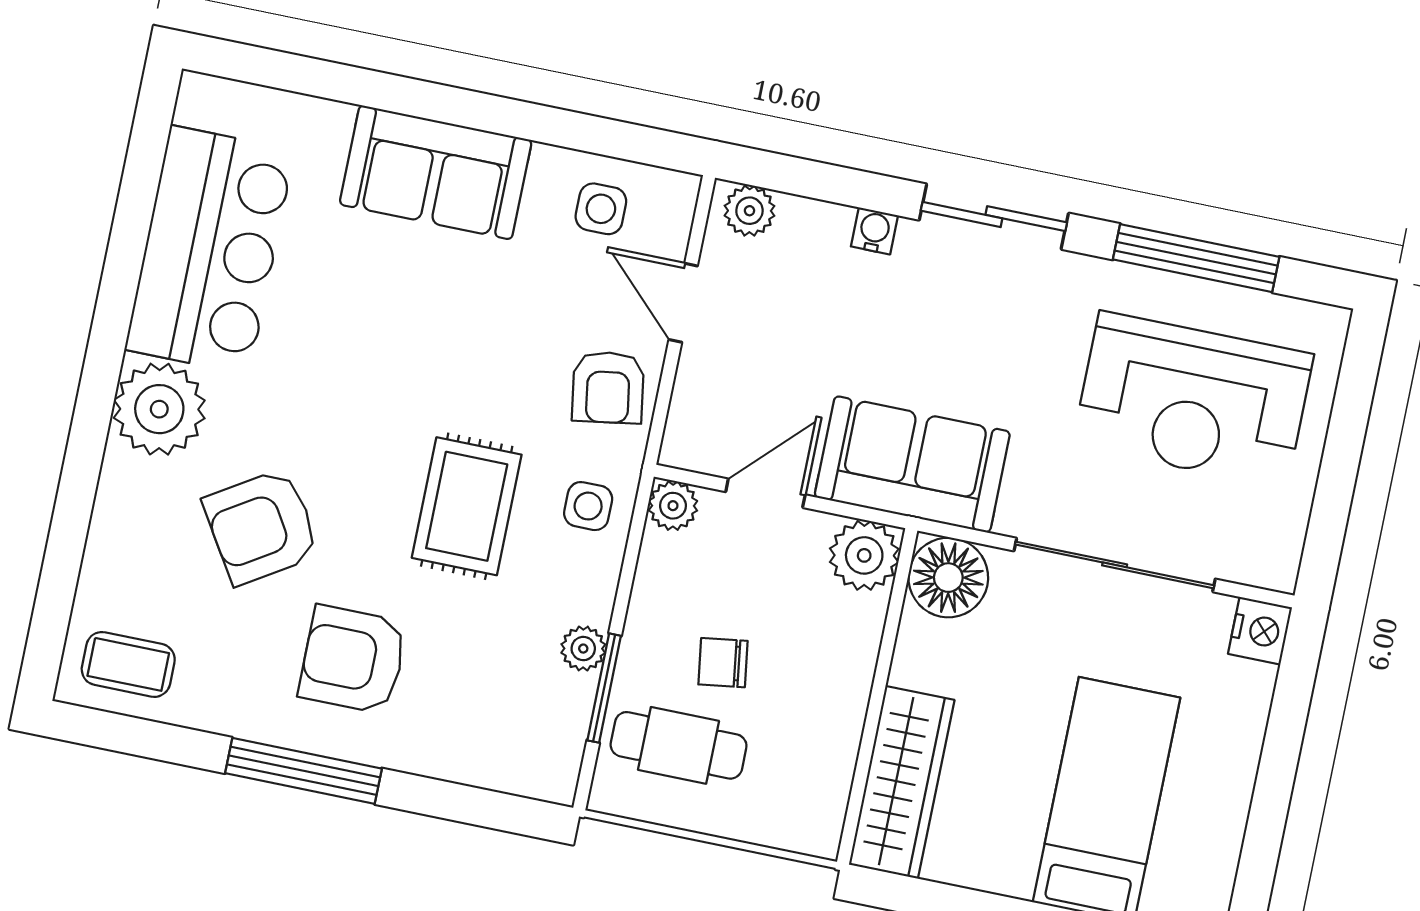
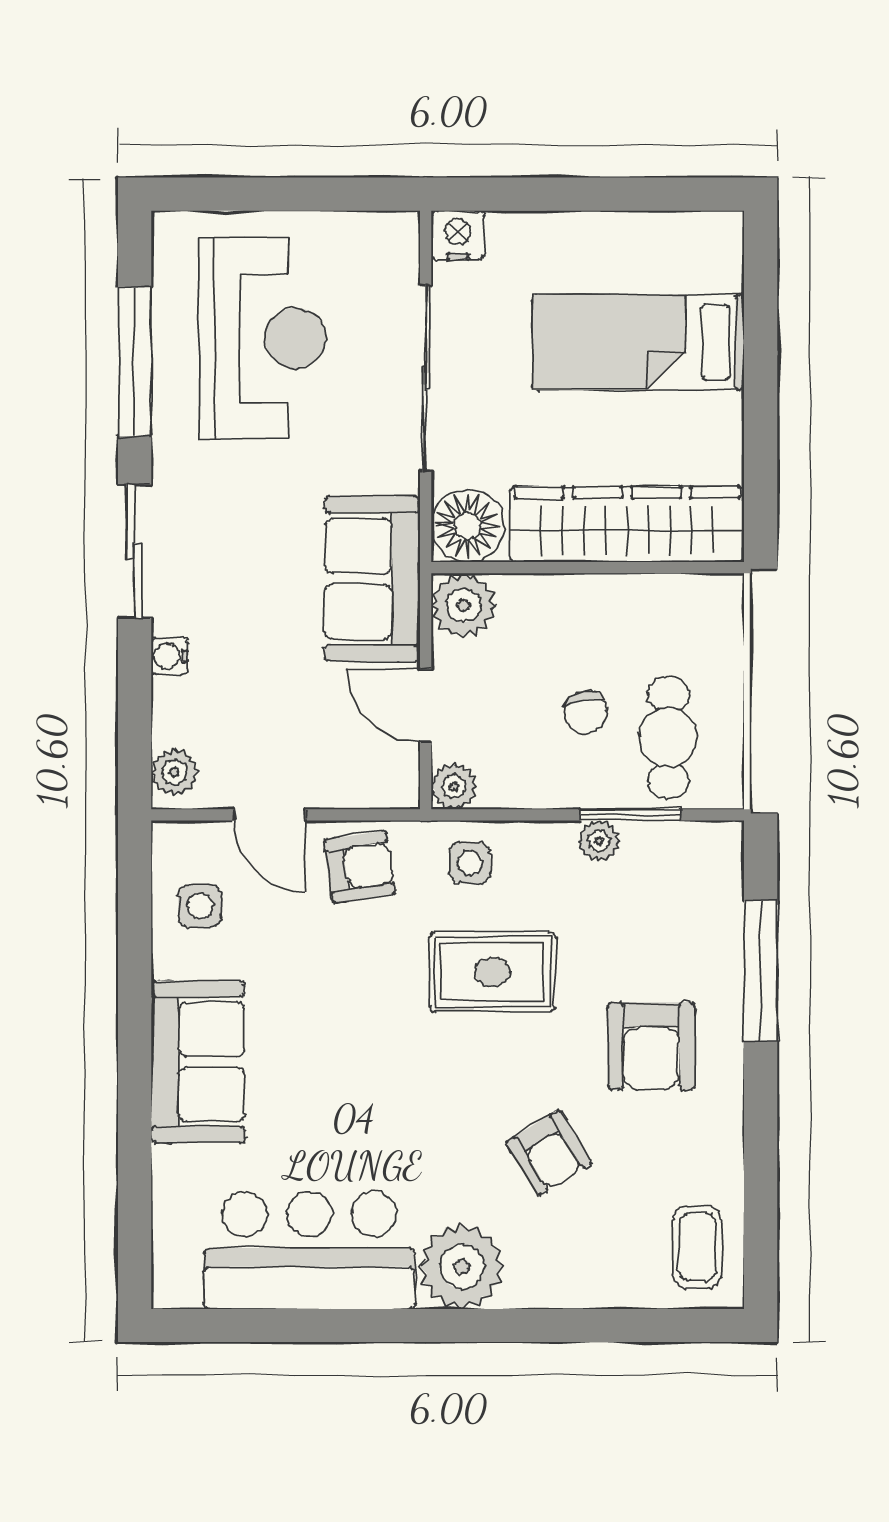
door: (683, 303) -> (269, 815), hinge flipped
armchair: (262, 527) -> (549, 1153), width x0.72, depth x0.72
window: (303, 771) -> (761, 971), moved
wardrobe: (902, 782) -> (627, 524), width x1.40, depth x1.17

